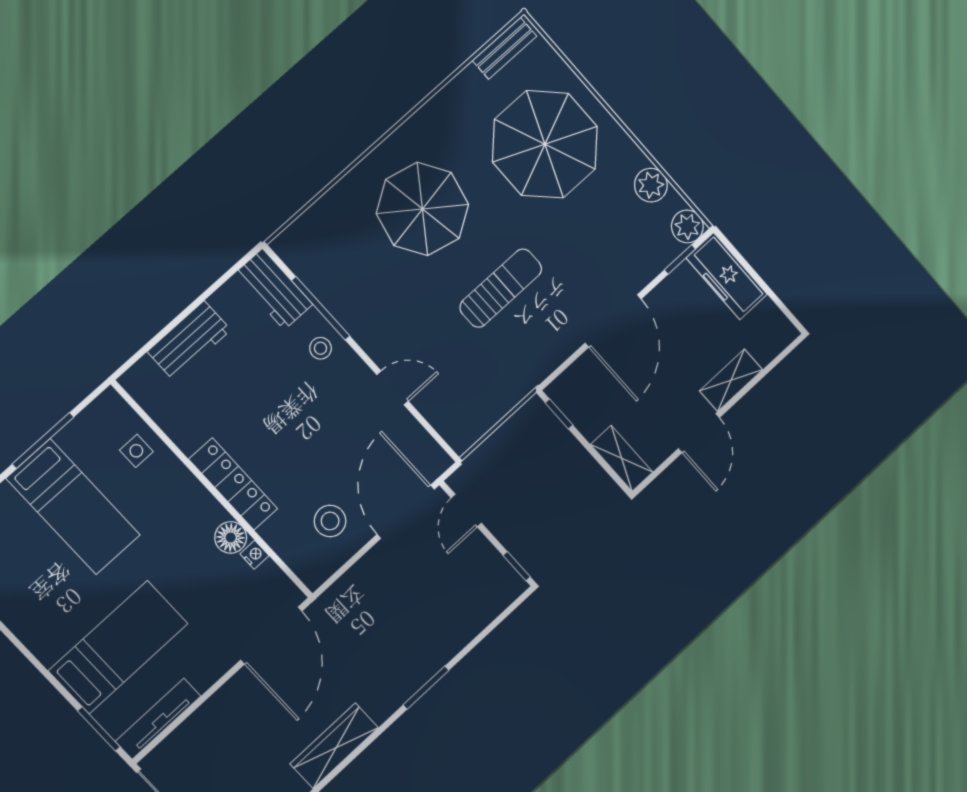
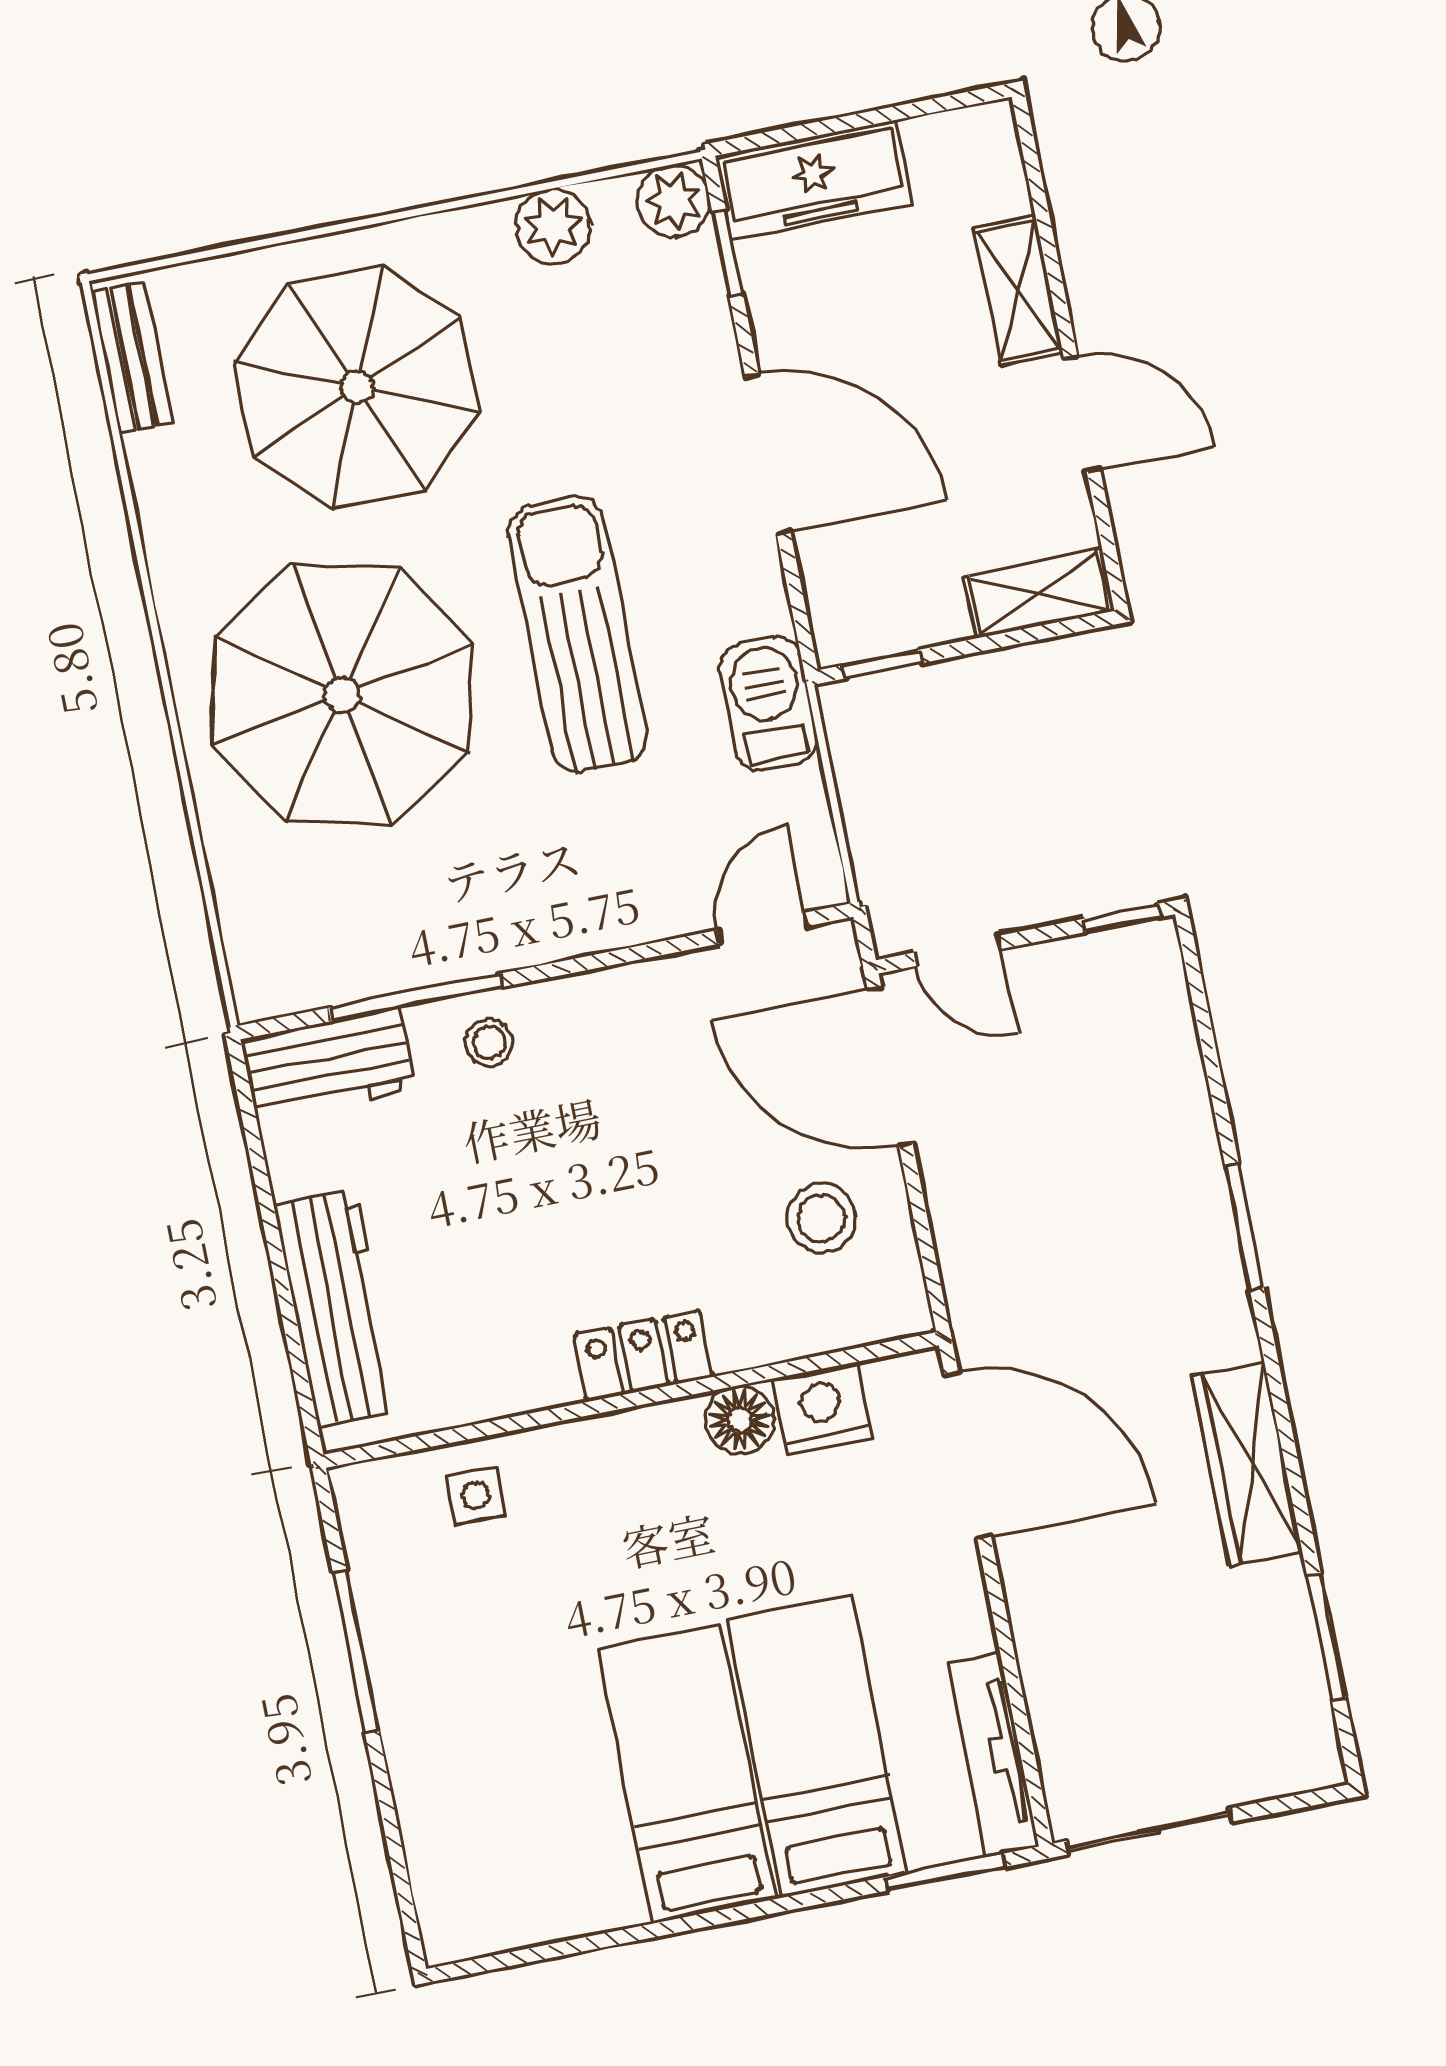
parasol: (422, 209) -> (342, 695), width x1.36, depth x1.36
sun lounger: (501, 288) -> (578, 634), width x1.36, depth x1.34
workbench: (189, 341) -> (337, 1307), width x1.38
barbecue: (518, 379) -> (768, 704), added
door: (393, 388) -> (762, 928), moved
locker: (233, 484) -> (644, 1356), width x0.66
bed: (73, 507) -> (687, 1774), moved, turned -90
nightstand: (254, 555) -> (822, 1408), width x1.89, depth x1.79

